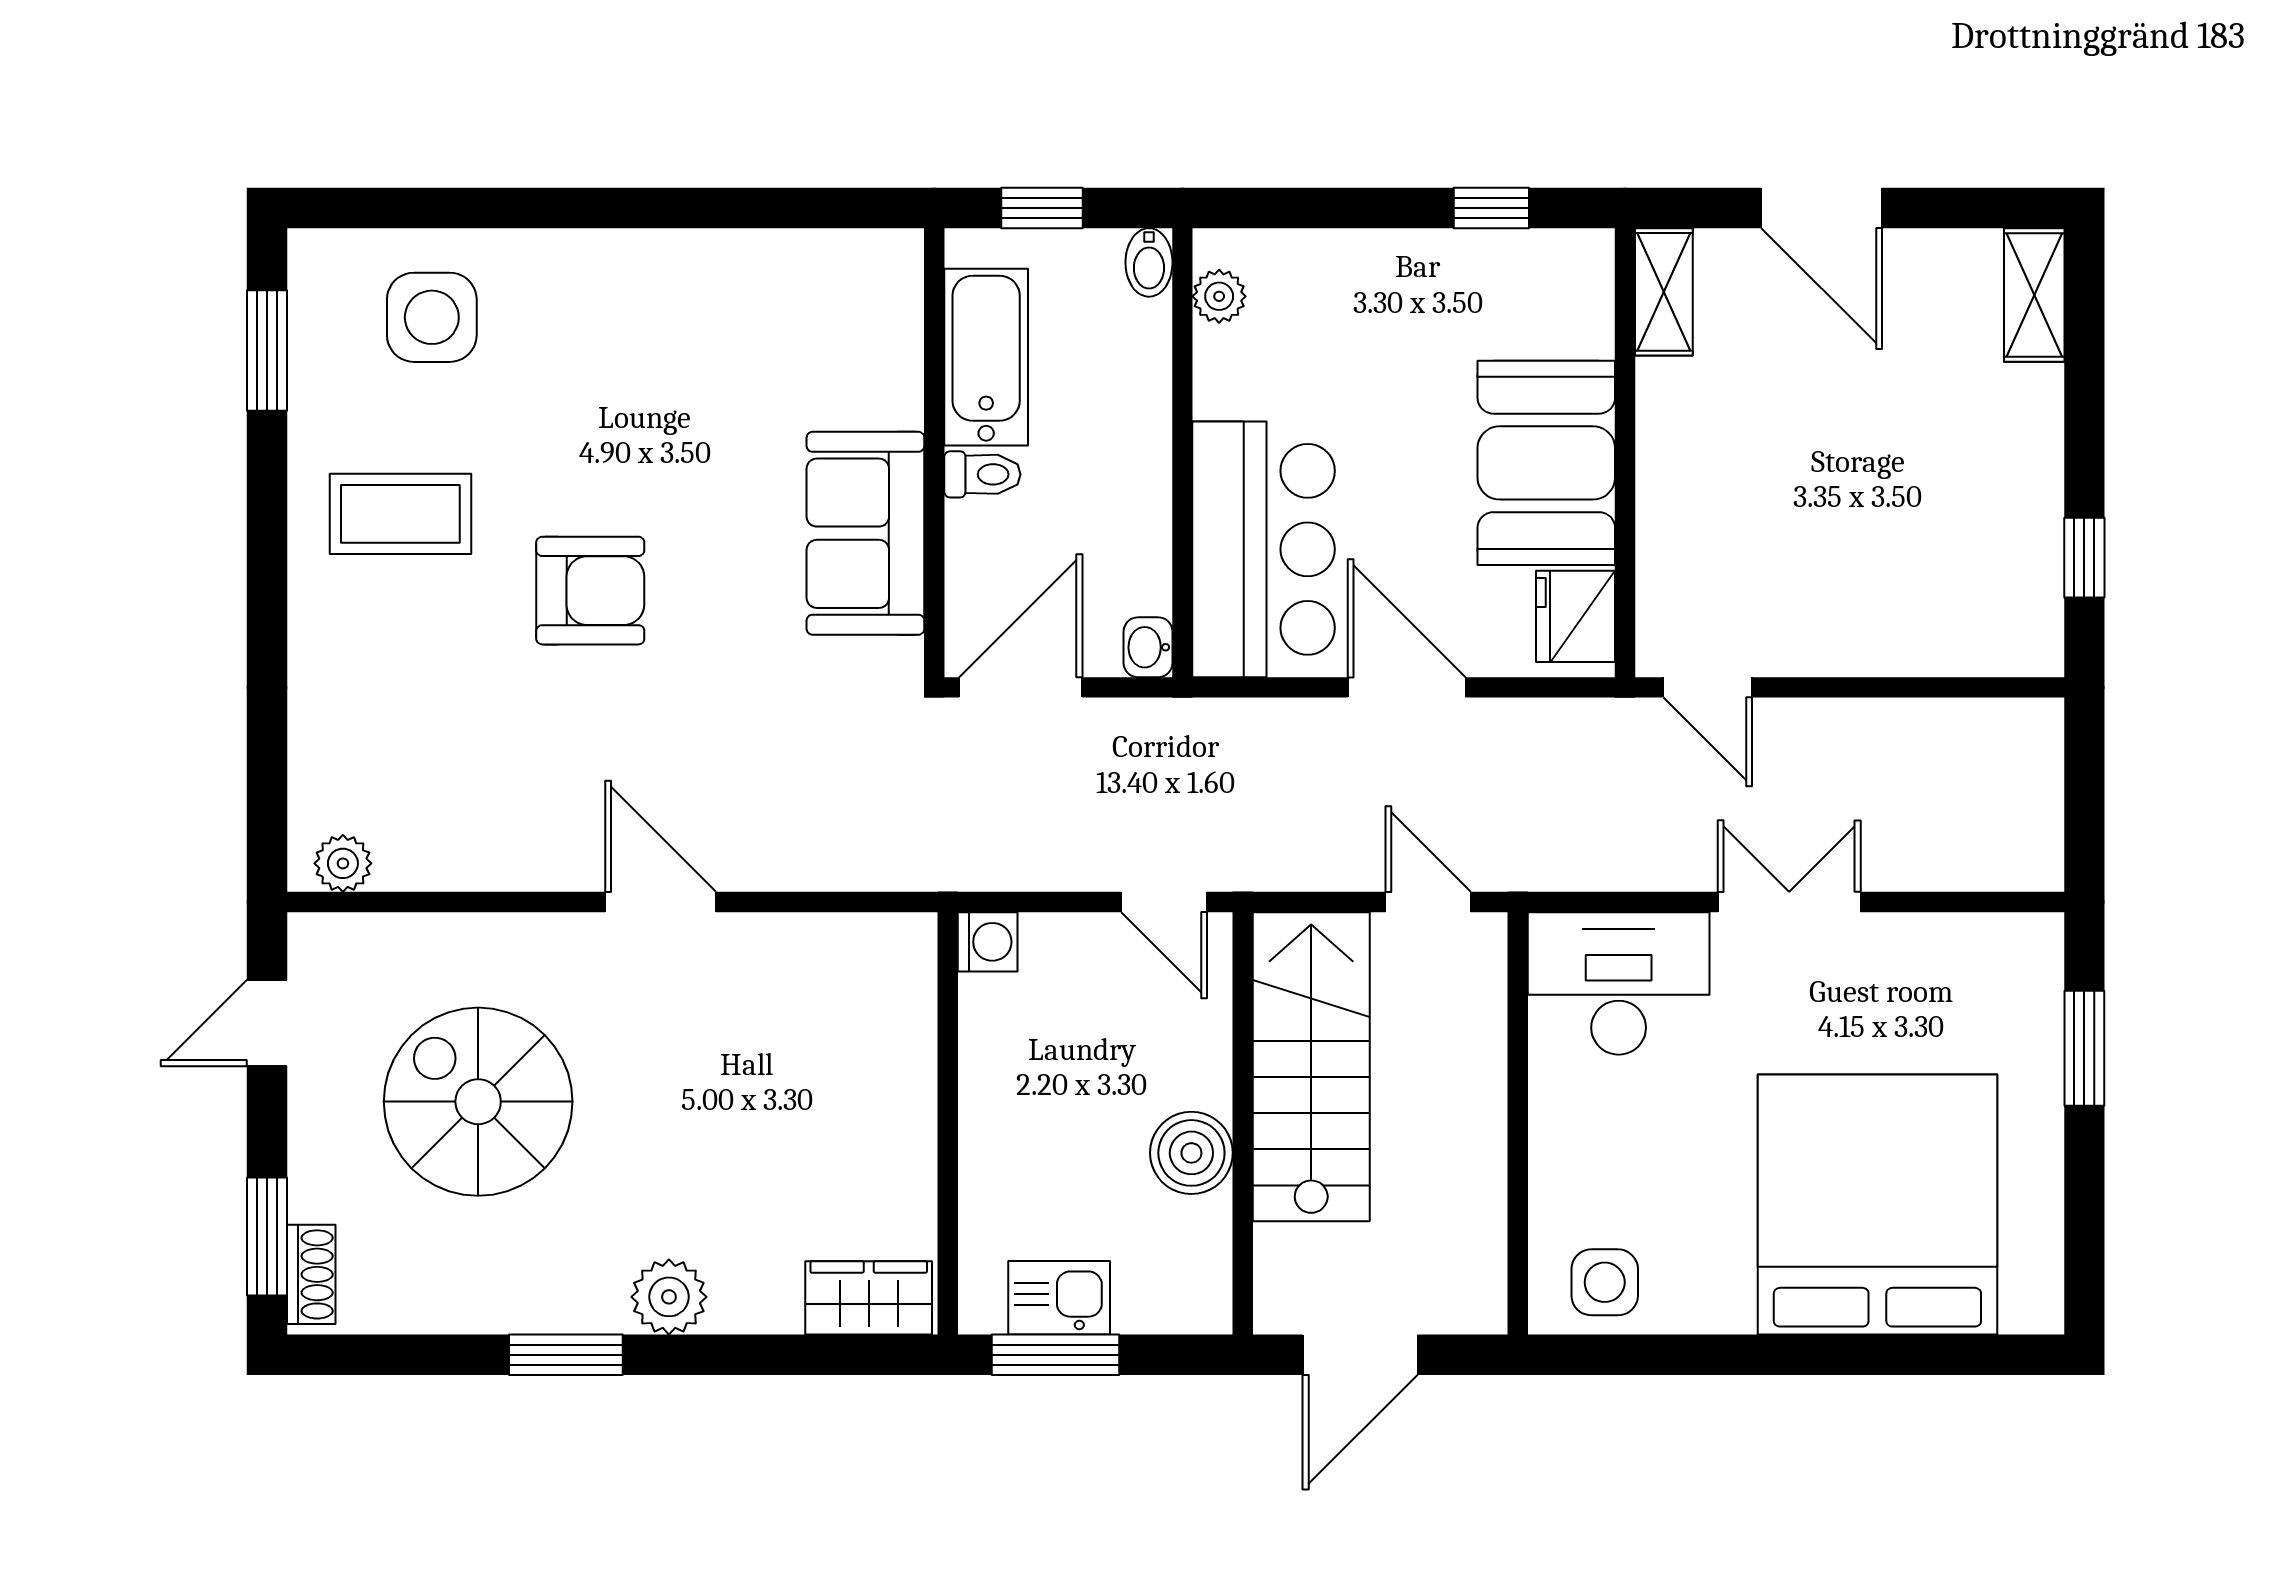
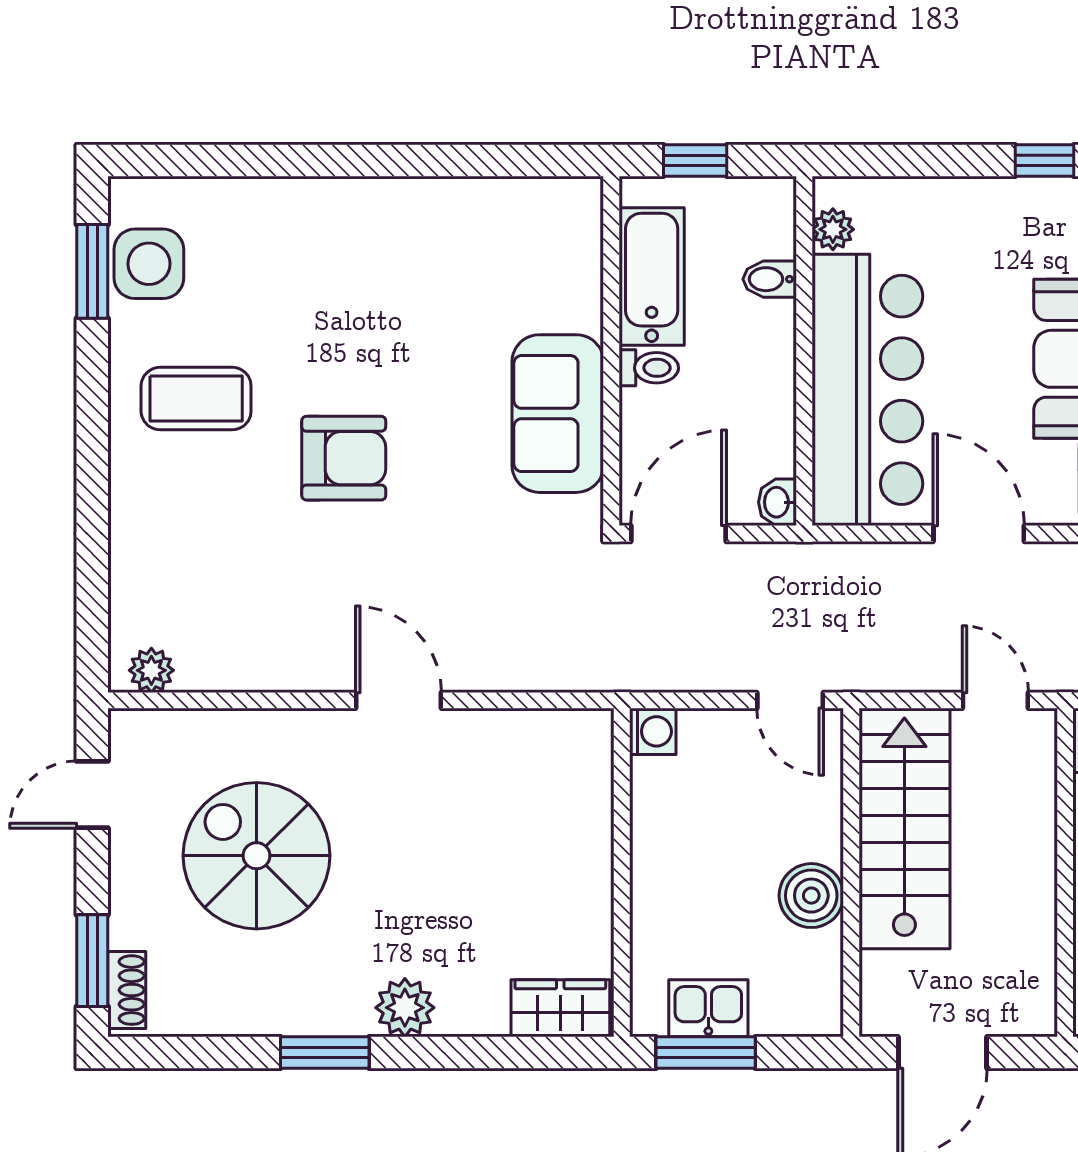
bidet: (1149, 262) -> (770, 279), moved, turned 90
side table: (432, 317) -> (149, 264), moved
bar counter: (1264, 549) -> (867, 390), width x1.36

